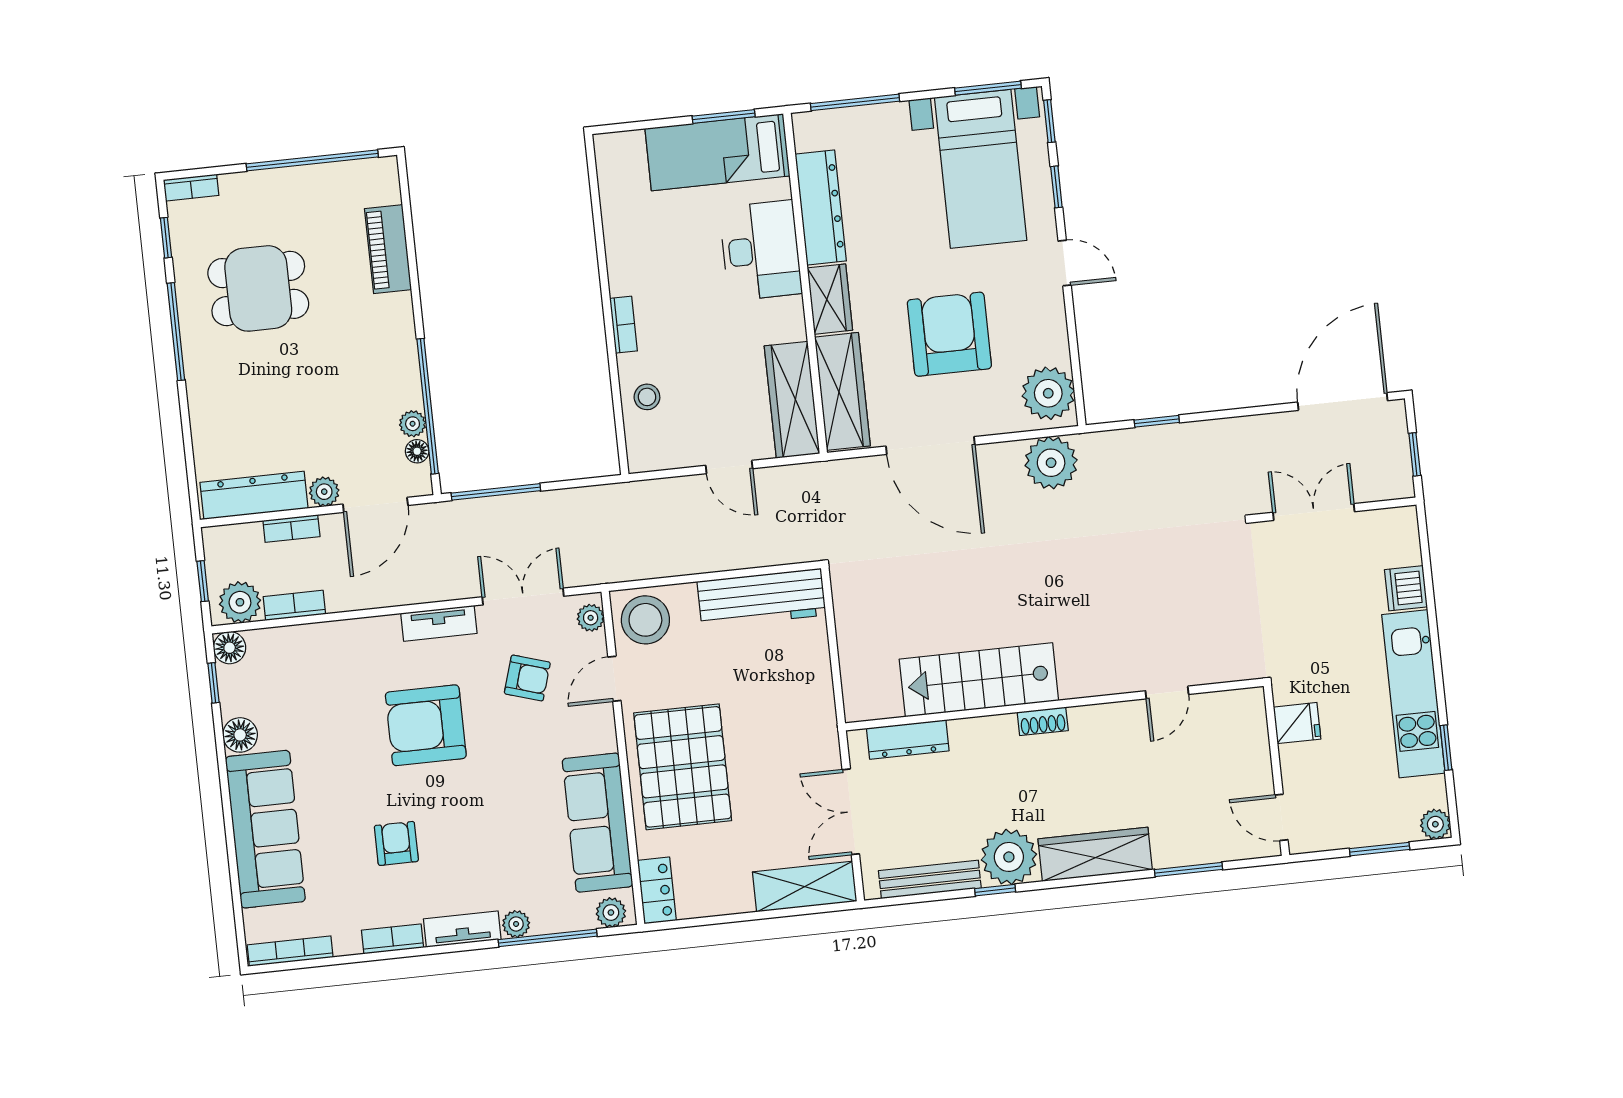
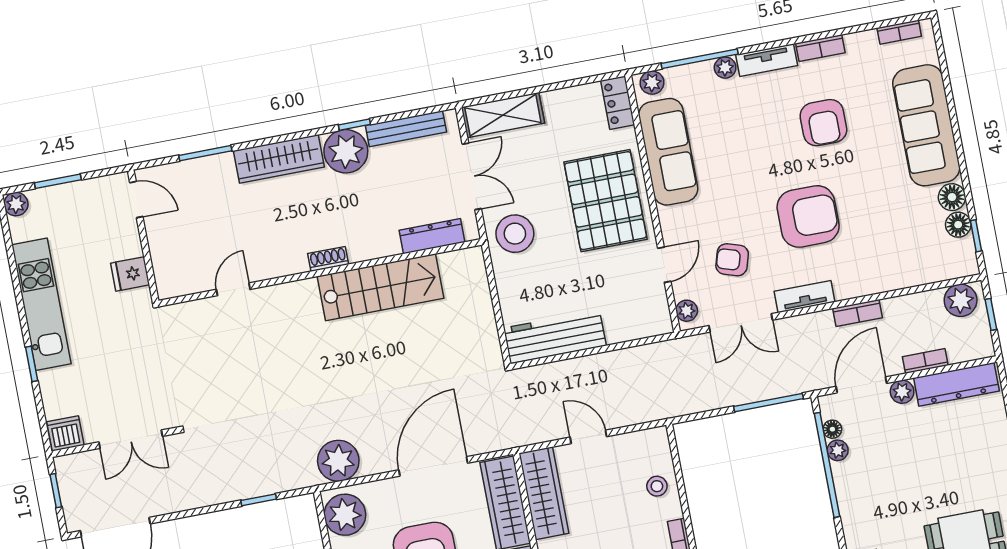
door: (930, 445) -> (433, 466), hinge flipped
dishwasher: (1406, 588) -> (65, 433), moved, turned -90
bookcase: (294, 605) -> (857, 313), moved
stool: (645, 620) -> (515, 234), moved
floor lamp: (230, 648) -> (958, 225), moved
window: (1446, 748) -> (32, 364), moved
armchair: (396, 843) -> (823, 123), width x1.38, depth x1.38
bookcase: (290, 951) -> (899, 32), width x0.64

